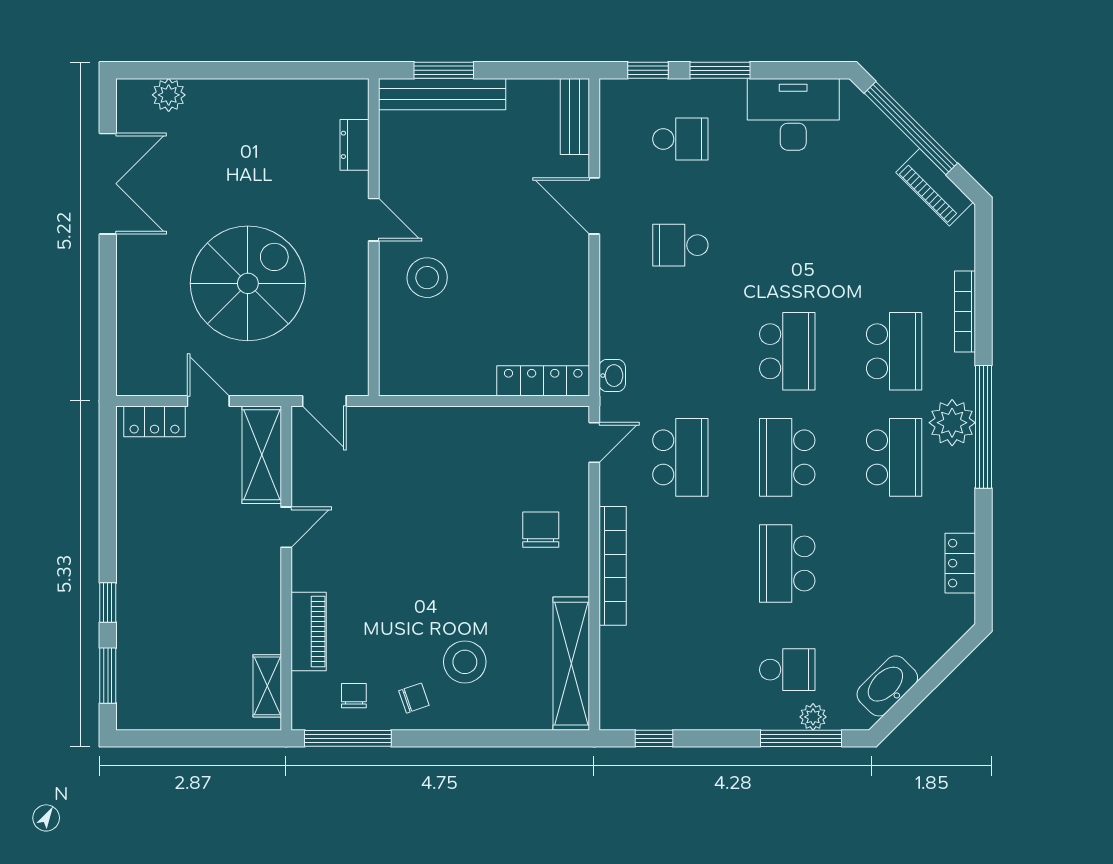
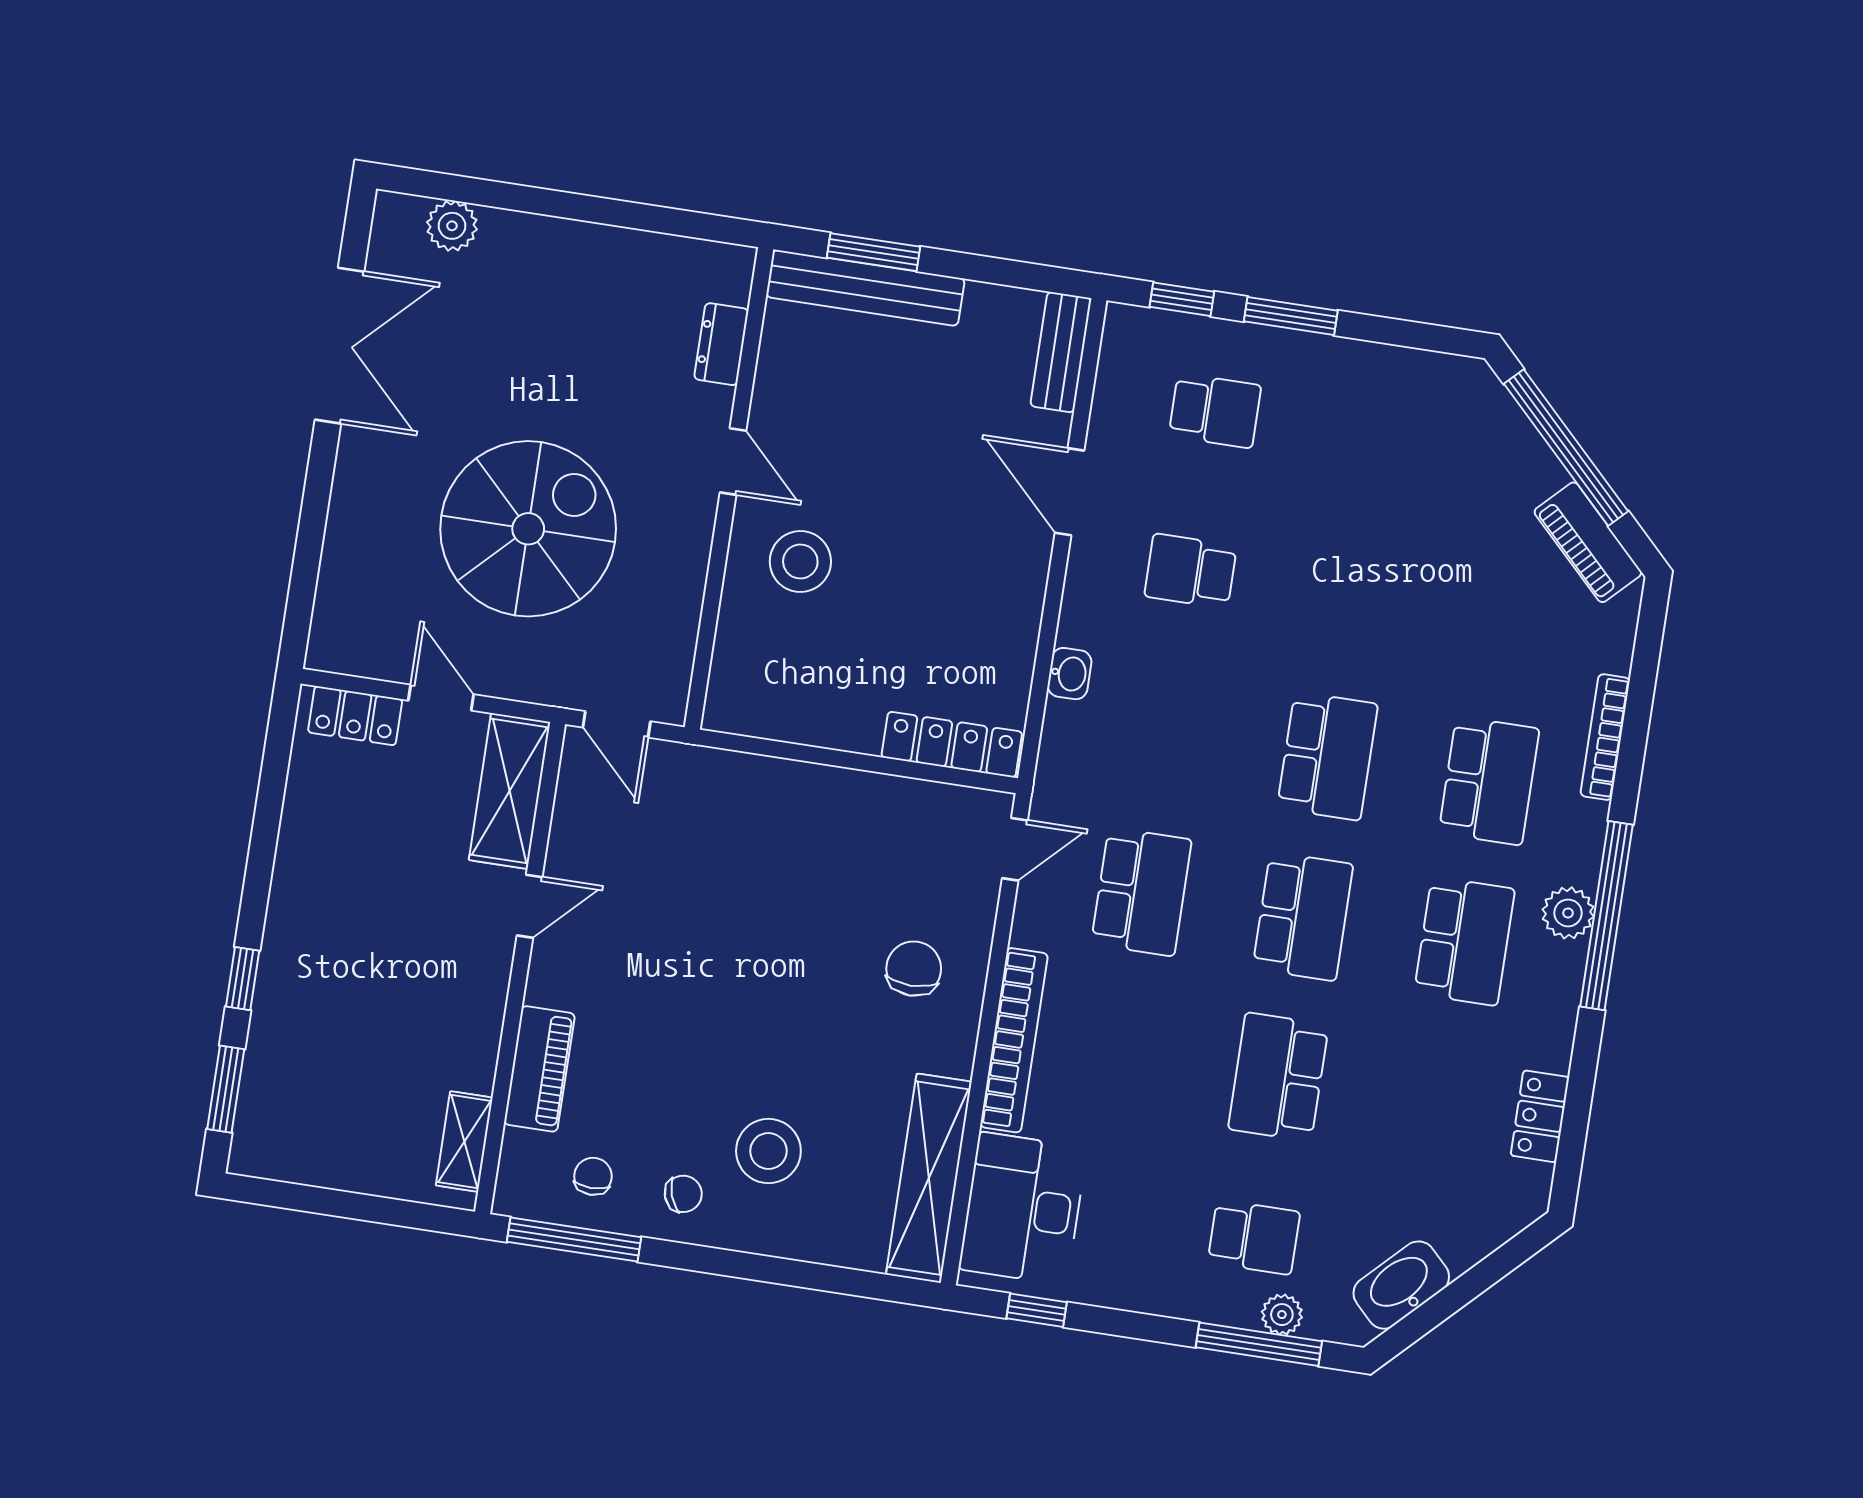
desk: (793, 114) -> (1023, 1208), moved, turned -90
washbasin: (612, 376) -> (1069, 674), moved
plant: (952, 423) -> (1568, 913), width x0.73, depth x0.73
school desk: (787, 457) -> (1303, 916), turned 180

